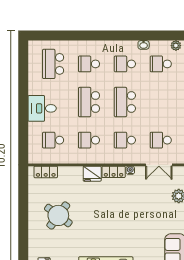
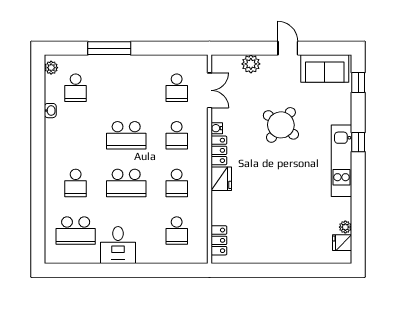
school desk: (125, 64) -> (76, 135), removed
desk: (42, 108) -> (118, 245), moved
round table: (58, 215) -> (281, 125), moved

